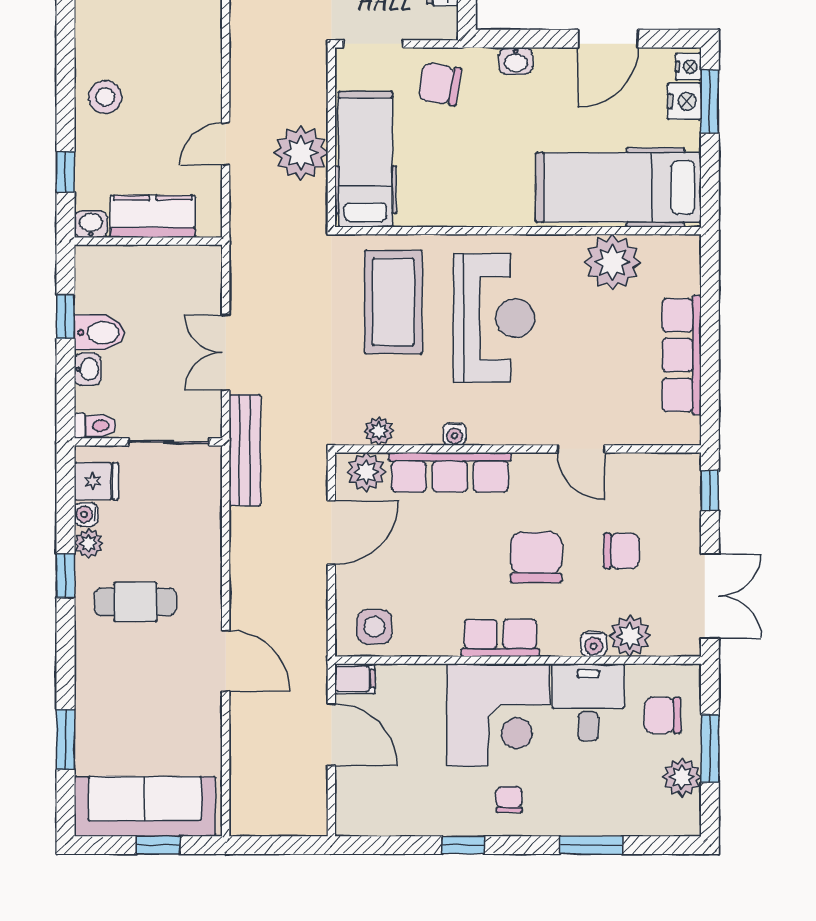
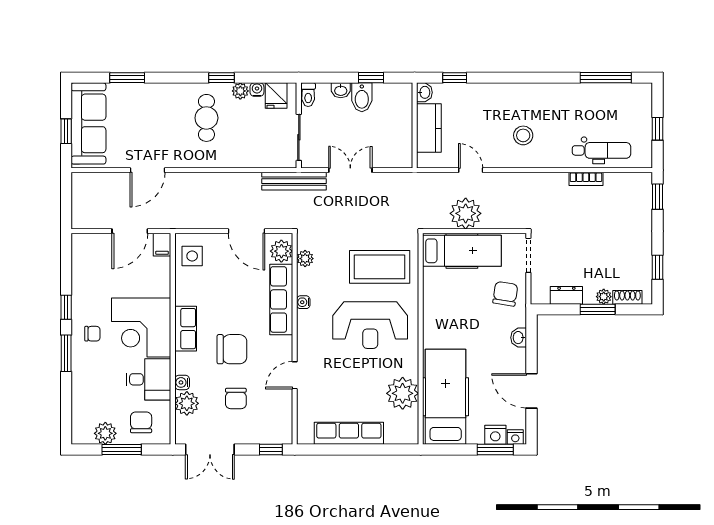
stool: (105, 97) -> (523, 135), moved
door: (226, 661) -> (148, 170), moved
window: (591, 845) -> (66, 353), moved

